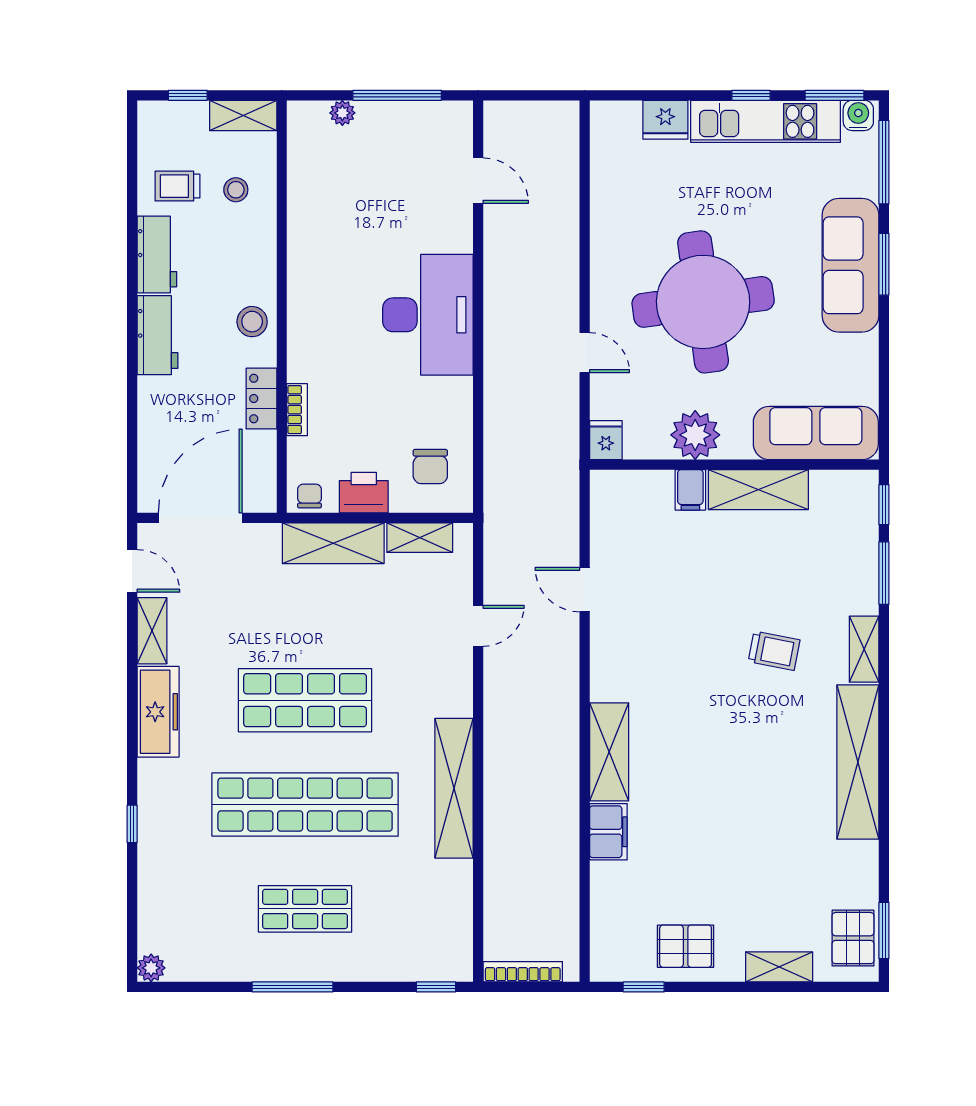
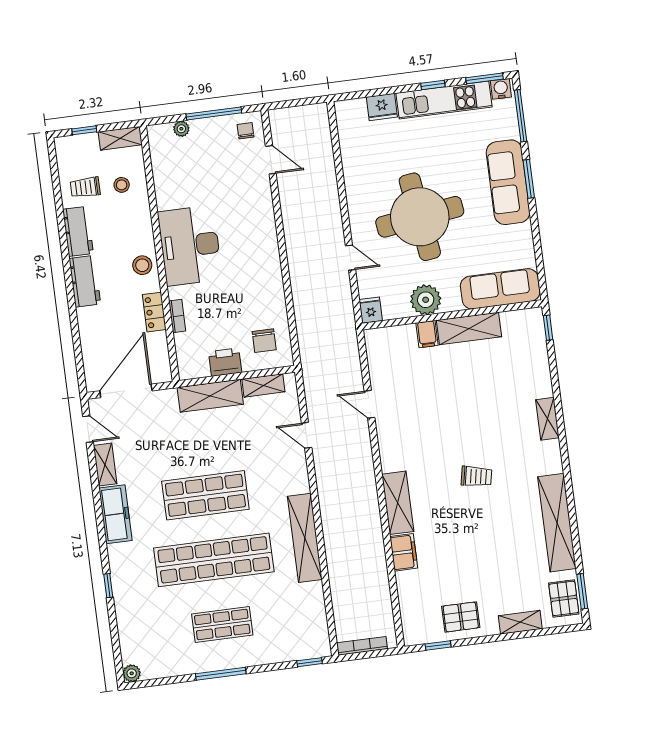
desk: (428, 315) -> (190, 246), moved, turned 180
chair: (310, 496) -> (246, 131), moved
window: (884, 573) -> (554, 370), removed
door: (478, 626) -> (307, 435), swing flipped
trolley: (774, 651) -> (476, 476), moved
shelving: (858, 762) -> (557, 523), moved

